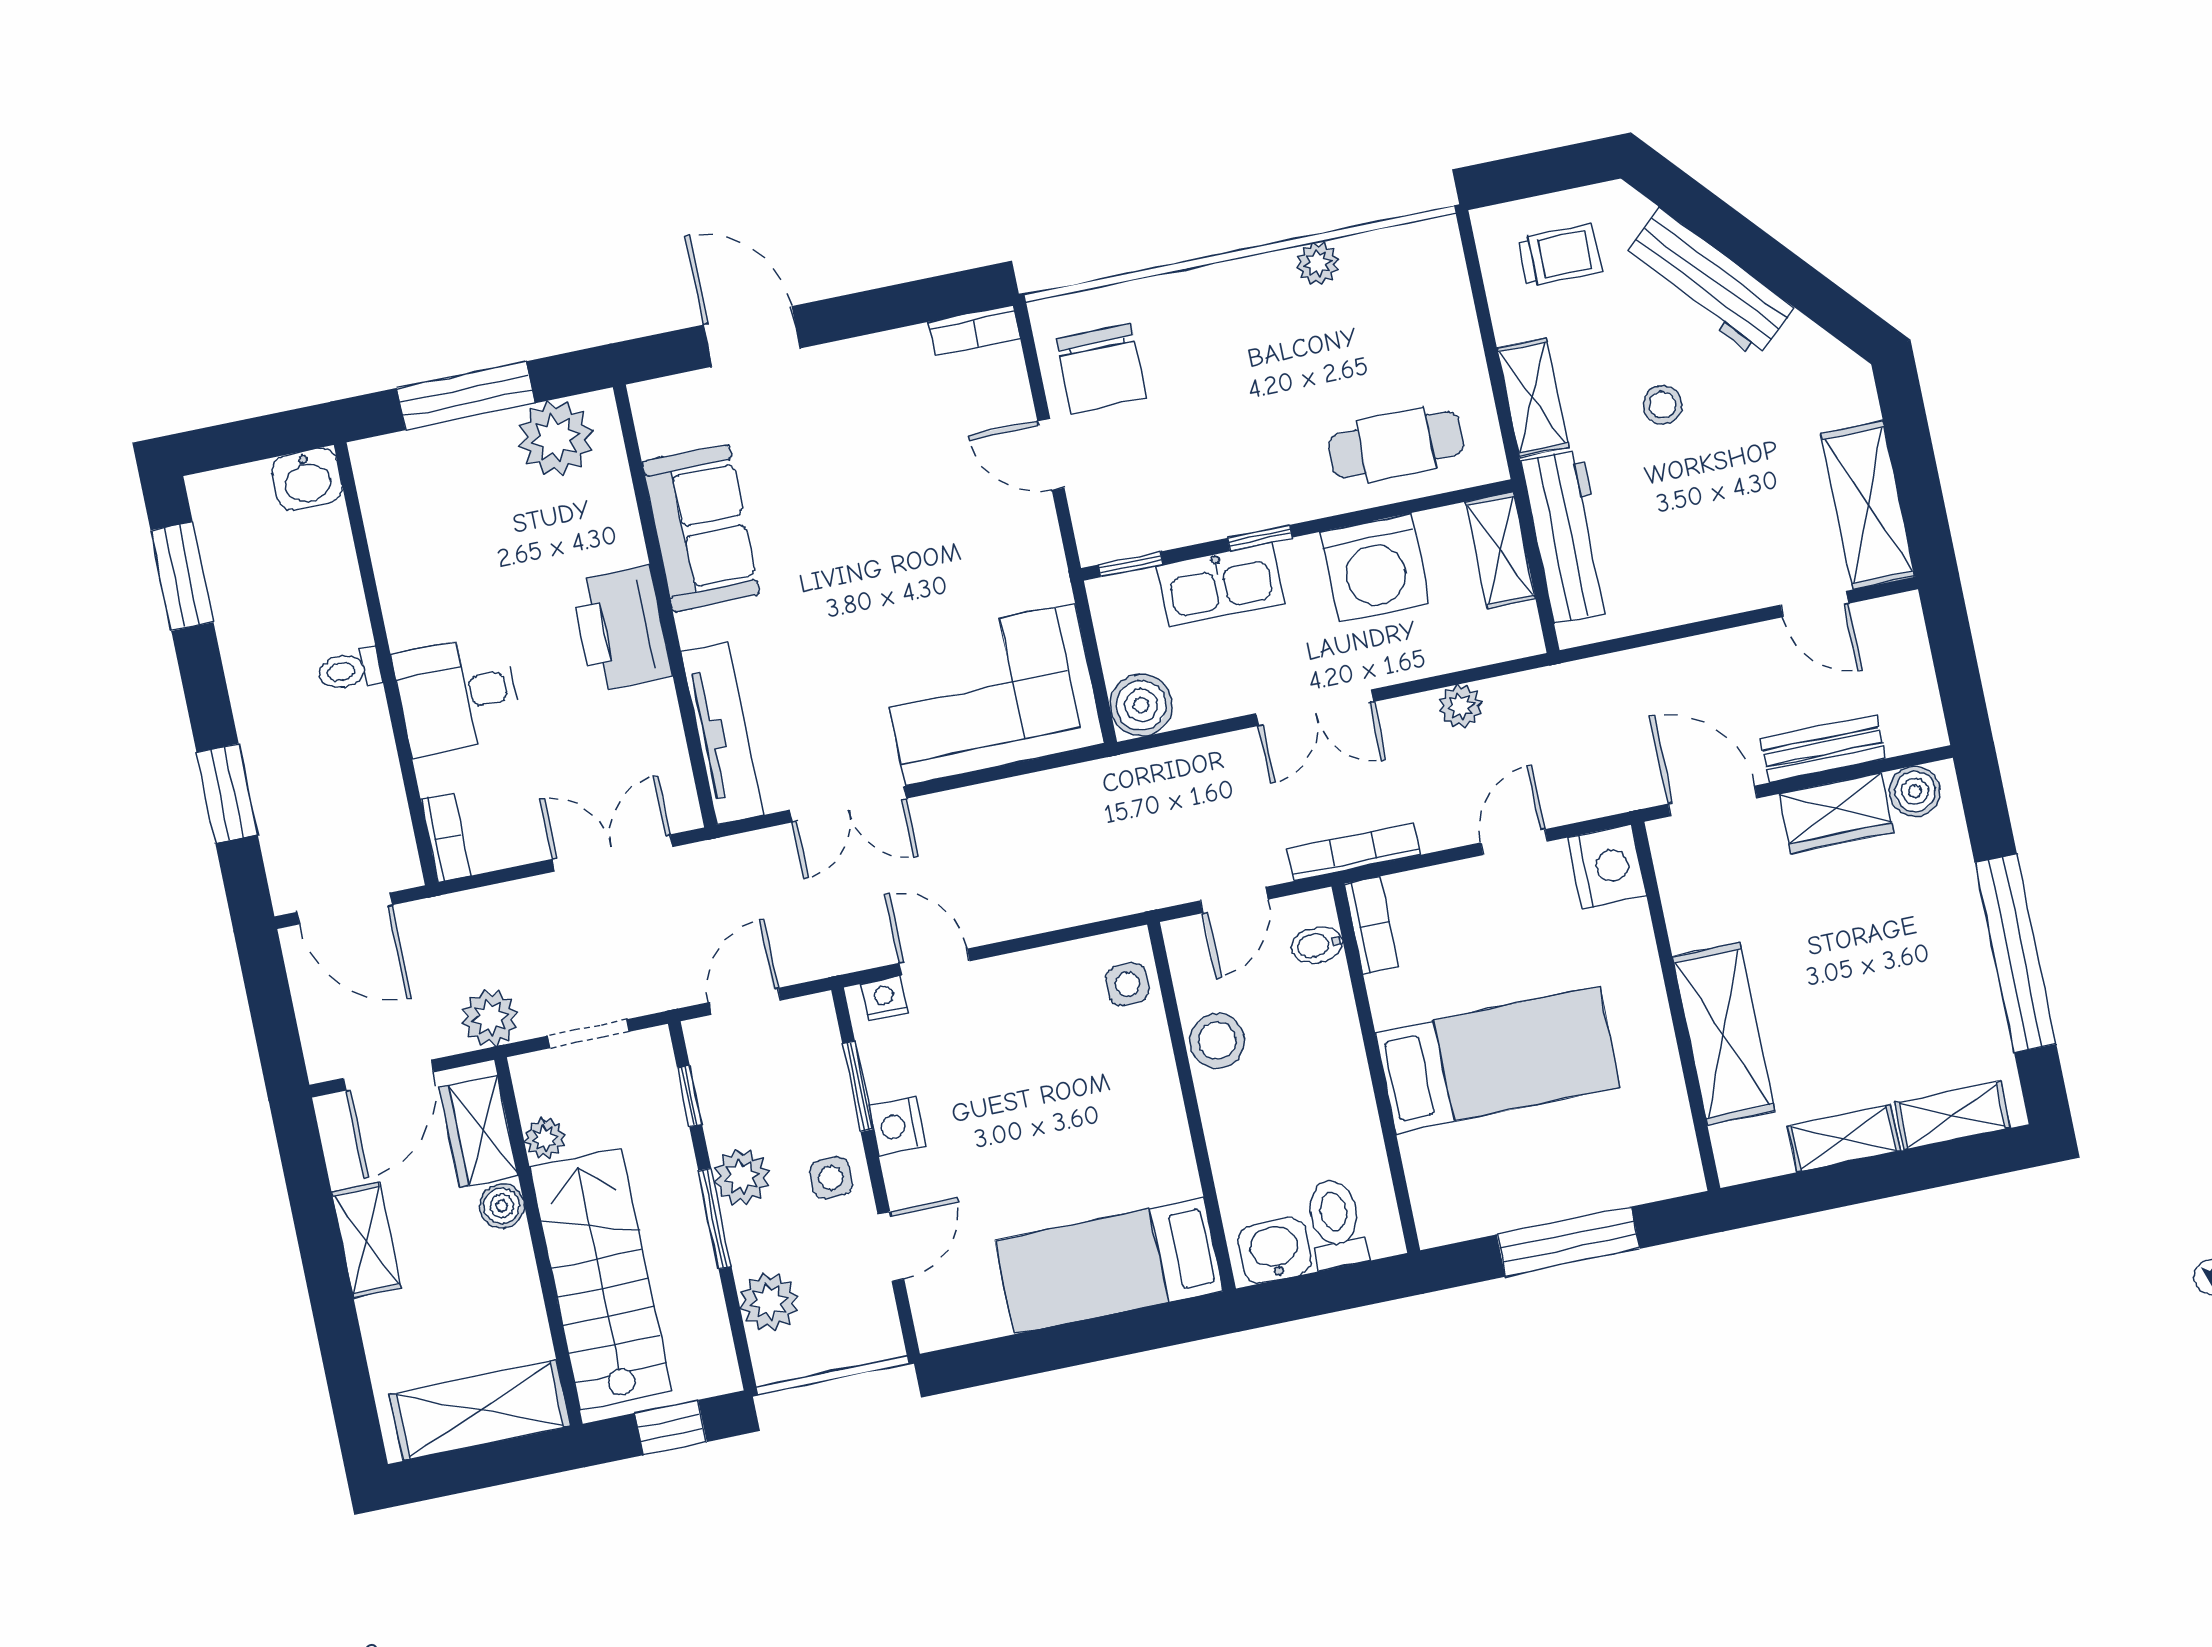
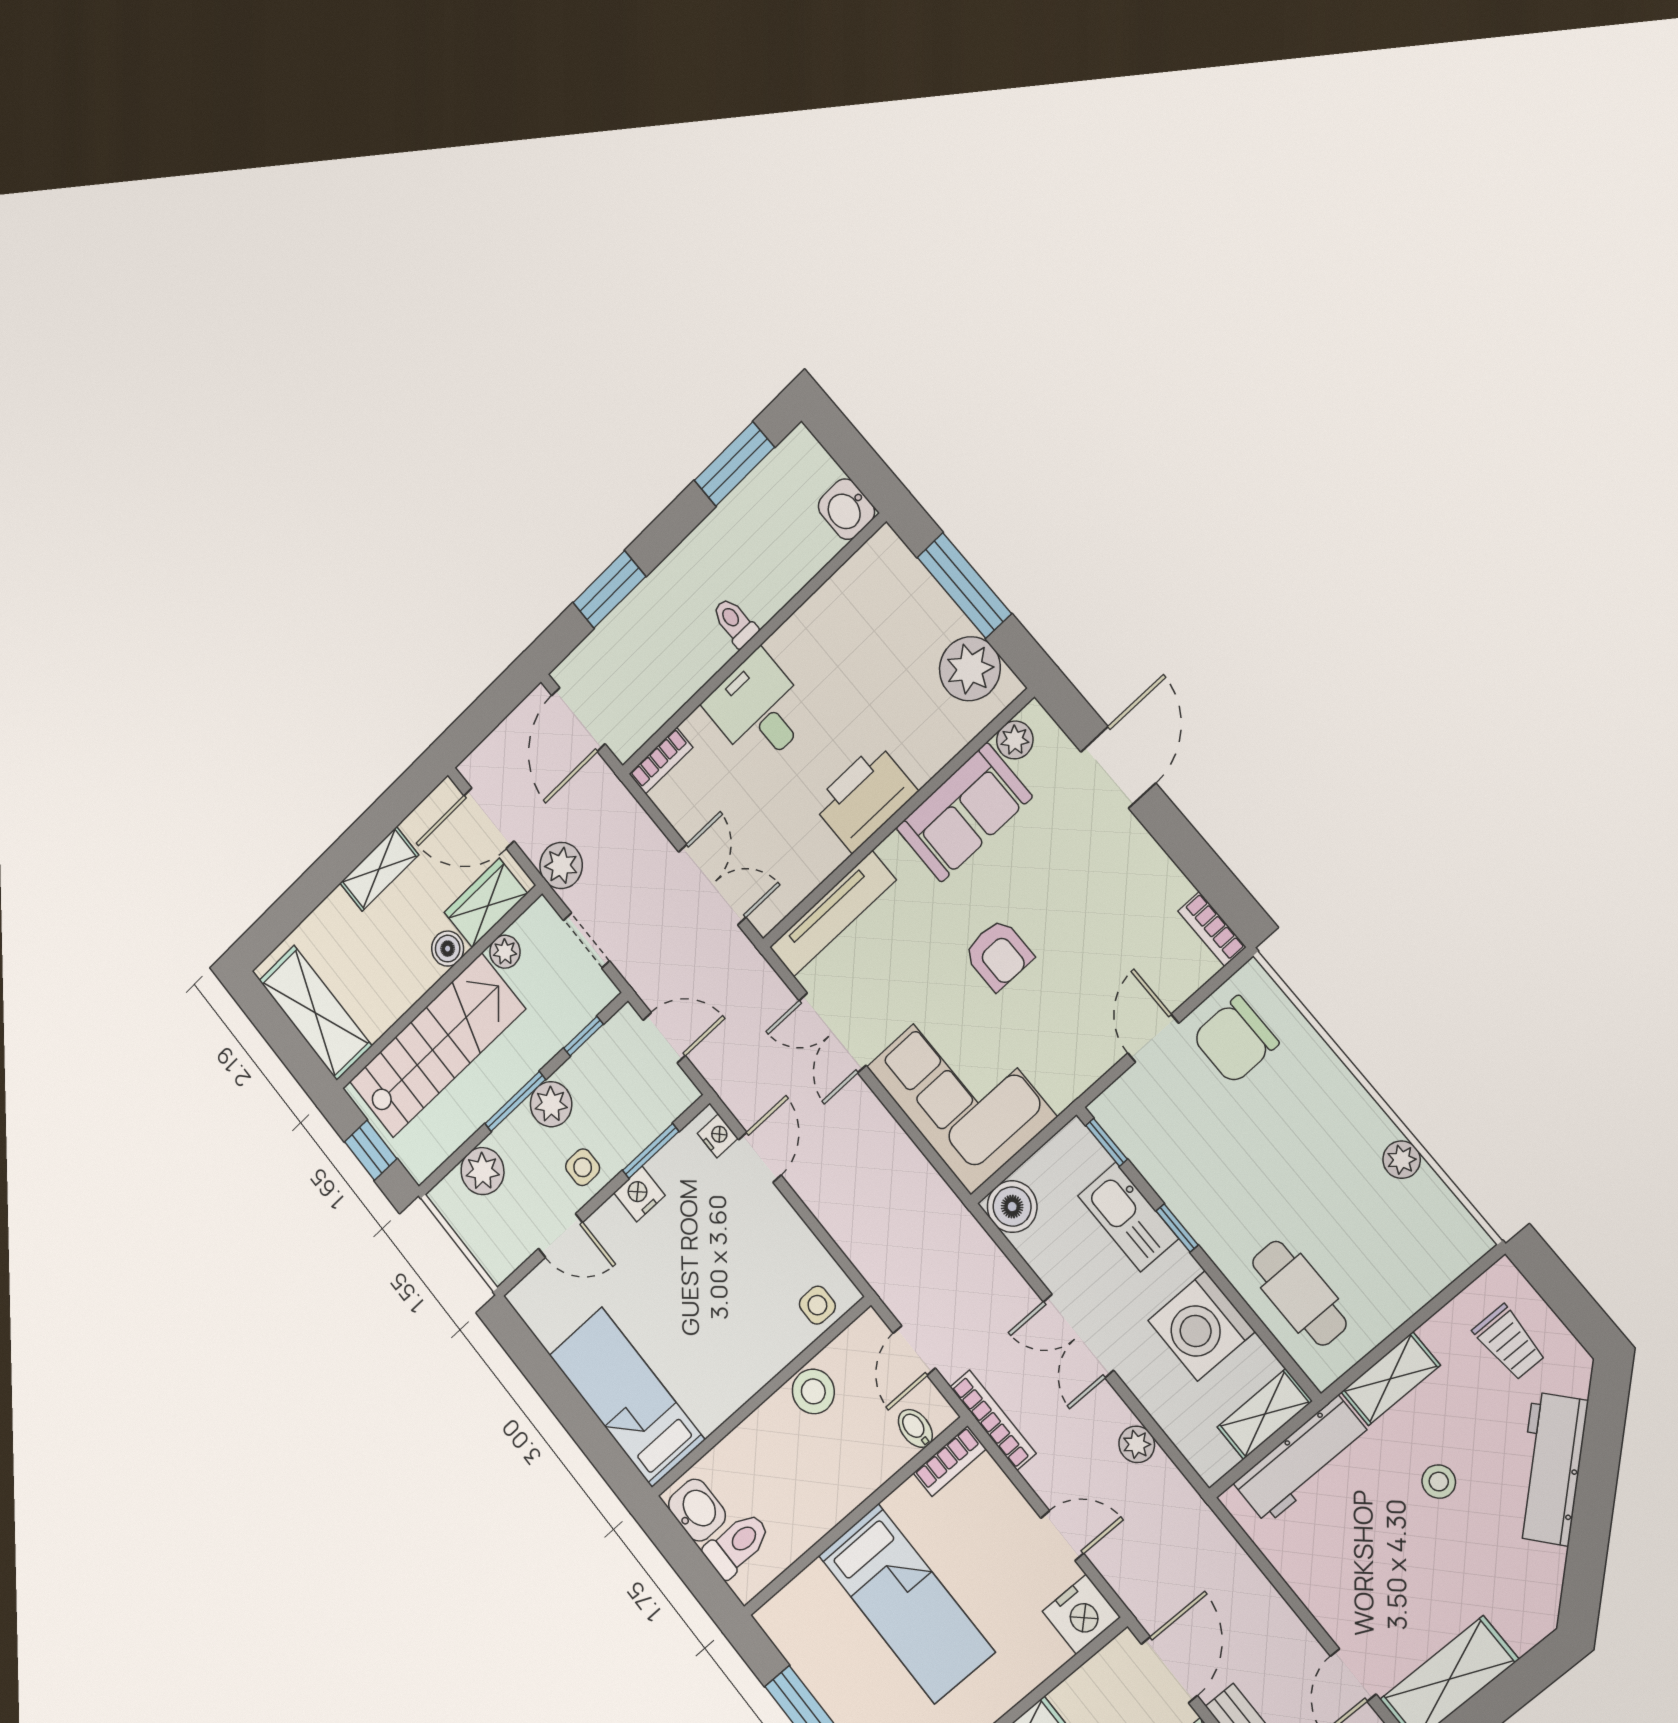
plant: (658, 431) -> (1015, 740), added
armchair: (870, 573) -> (998, 955), added
door: (1234, 900) -> (914, 1351), hinge flipped

